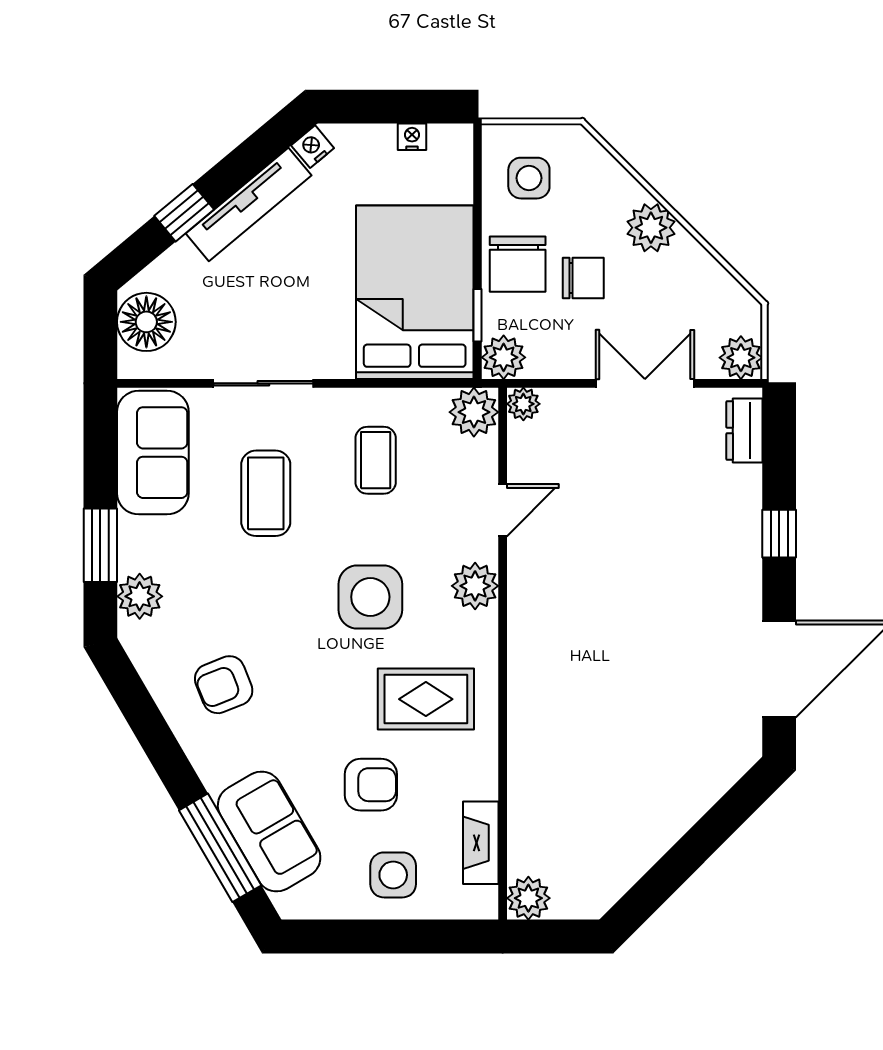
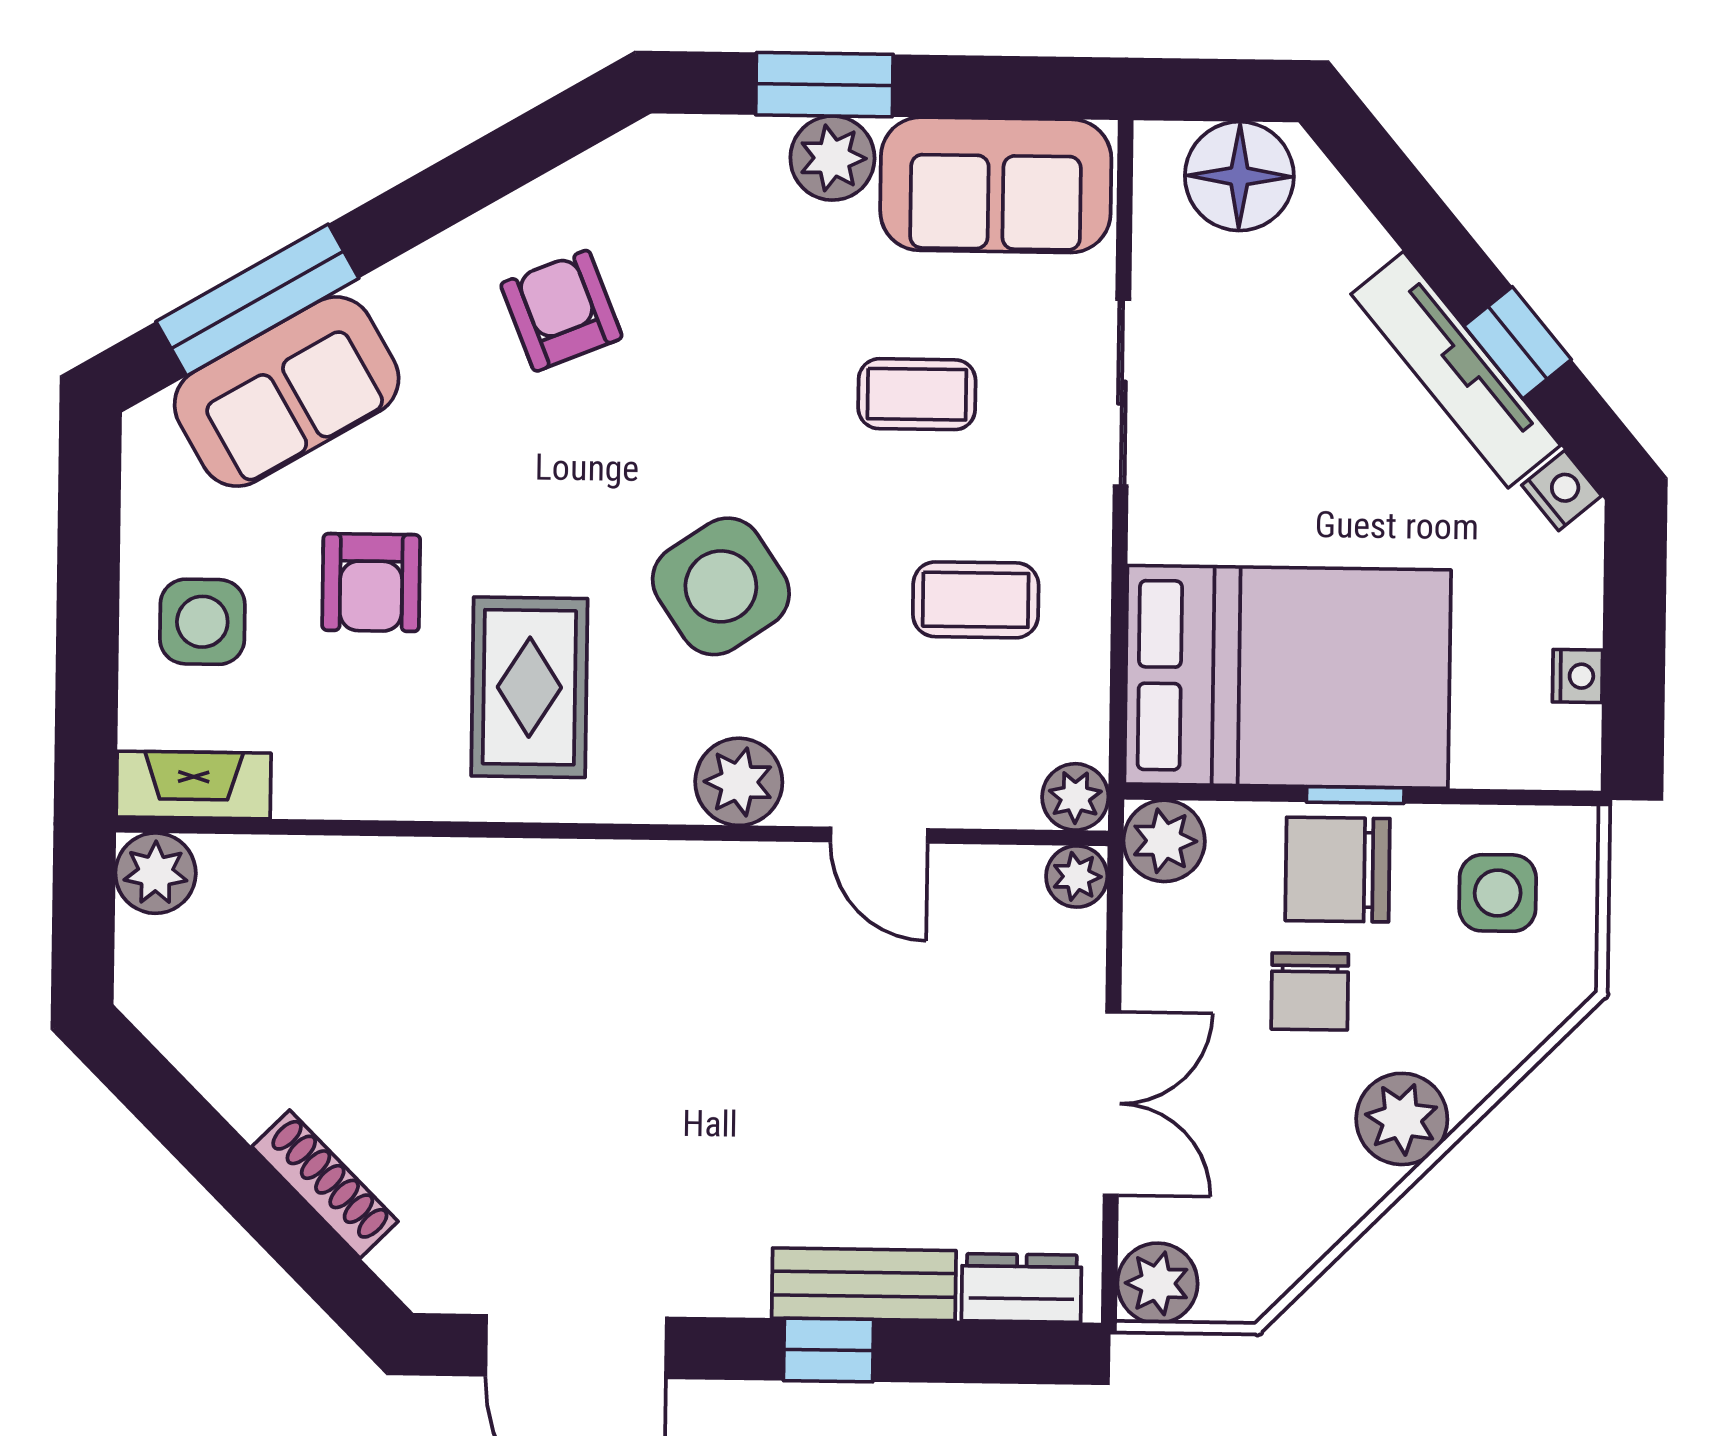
window: (184, 213) -> (1518, 343), moved
window: (477, 315) -> (1355, 795), moved
plant: (474, 412) -> (1075, 797), width x0.73, depth x0.73
coffee table: (266, 493) -> (917, 394), width x0.73, depth x0.77
bench: (744, 515) -> (864, 1284), added
plant: (140, 596) -> (832, 158), moved
side table: (370, 597) -> (721, 586), turned -34
shoe rack: (694, 805) -> (325, 1184), added
fireplace: (481, 843) -> (194, 785), moved

